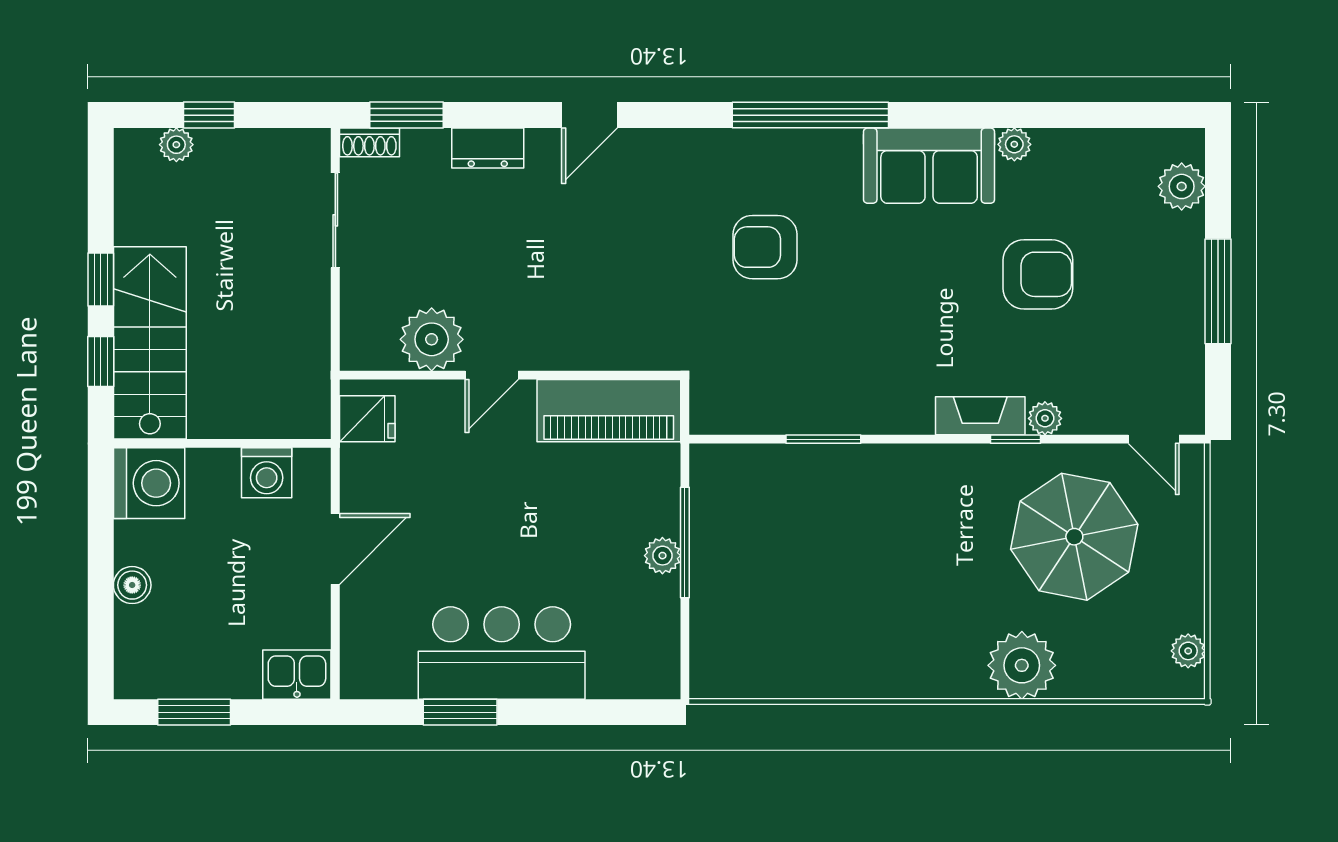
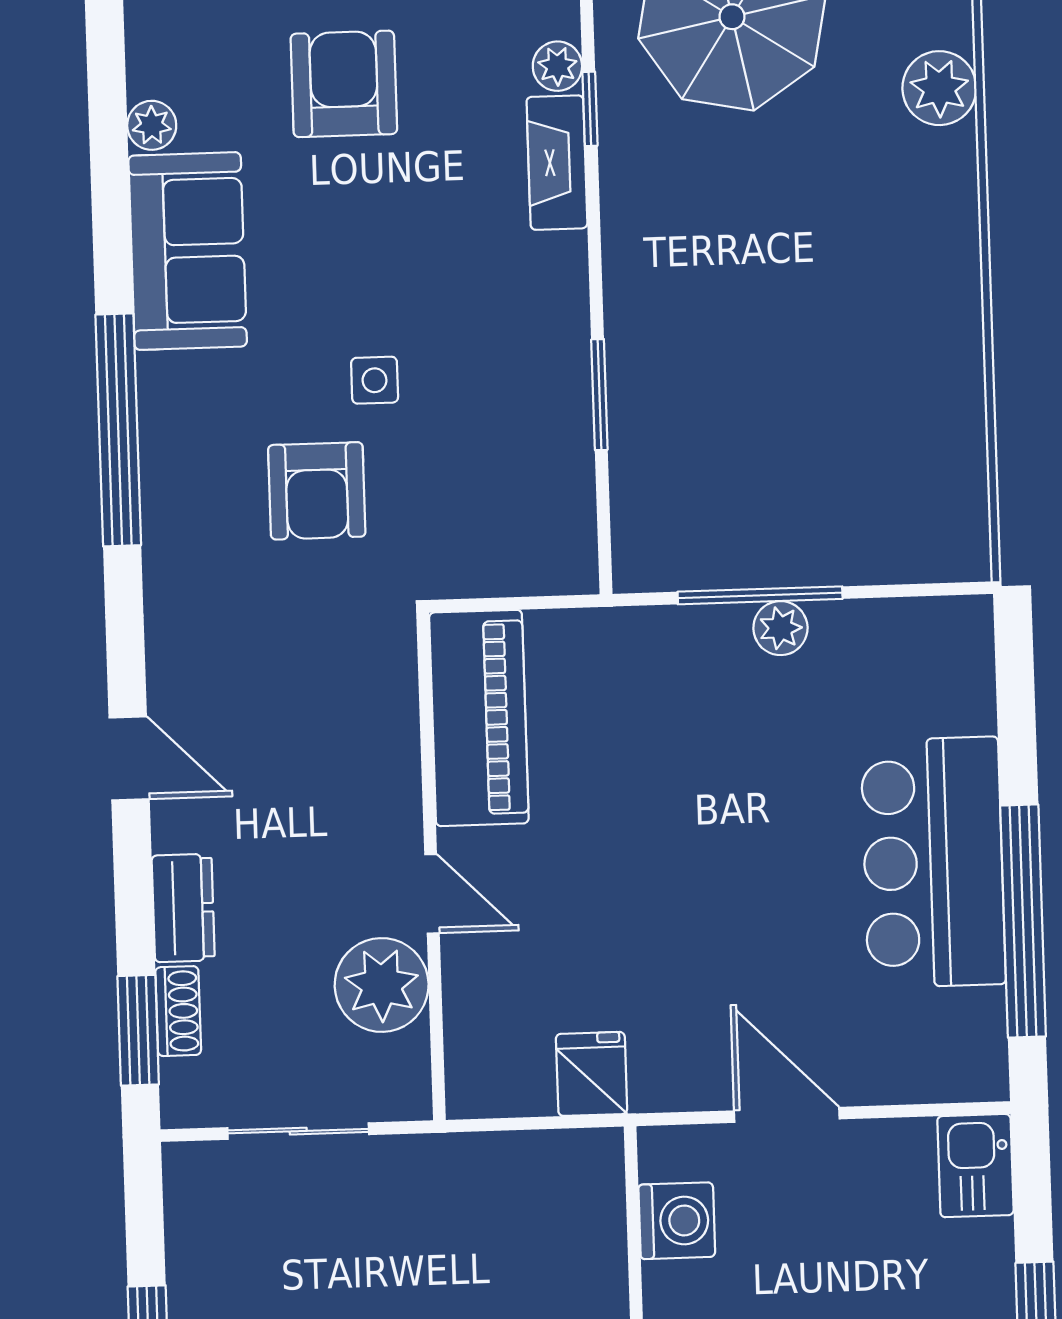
shoe rack: (369, 142) -> (178, 1011), moved
side table: (838, 288) -> (375, 380), added
plant: (432, 339) -> (382, 985), moved
door: (492, 375) -> (432, 894), moved
wall: (510, 375) -> (431, 866), moved
piano: (609, 411) -> (479, 718), moved
plant: (1022, 665) -> (939, 88), width x0.73, depth x0.73
window: (460, 712) -> (1023, 921), width x2.11

